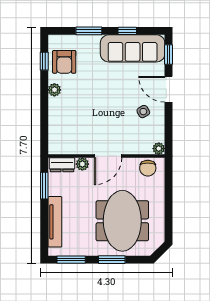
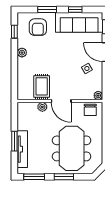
armchair: (64, 62) -> (38, 27), moved
rug: (81, 136) -> (42, 86), added
door: (108, 156) -> (61, 101), hinge flipped
dresser: (62, 165) -> (27, 107), removed
window: (44, 186) -> (14, 141), moved

